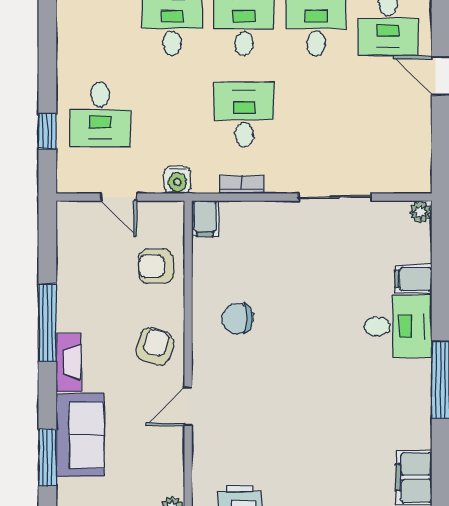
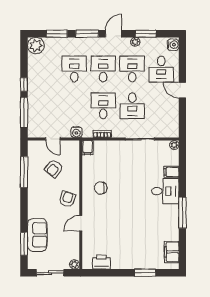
window: (47, 62) -> (24, 85), added
desk: (100, 115) -> (132, 106), moved
window: (47, 131) -> (24, 112), width x2.17
armchair: (156, 266) -> (54, 168), moved, turned -51
window: (47, 323) -> (24, 172), moved
fireplace: (69, 362) -> (33, 206), removed

